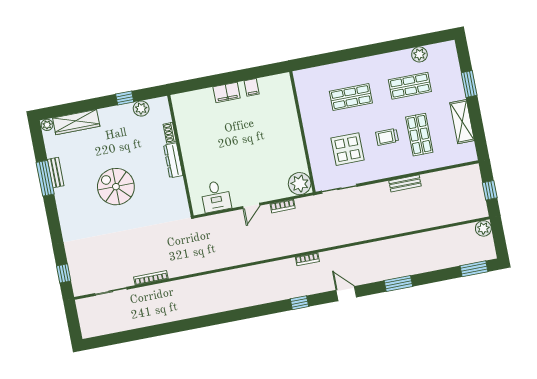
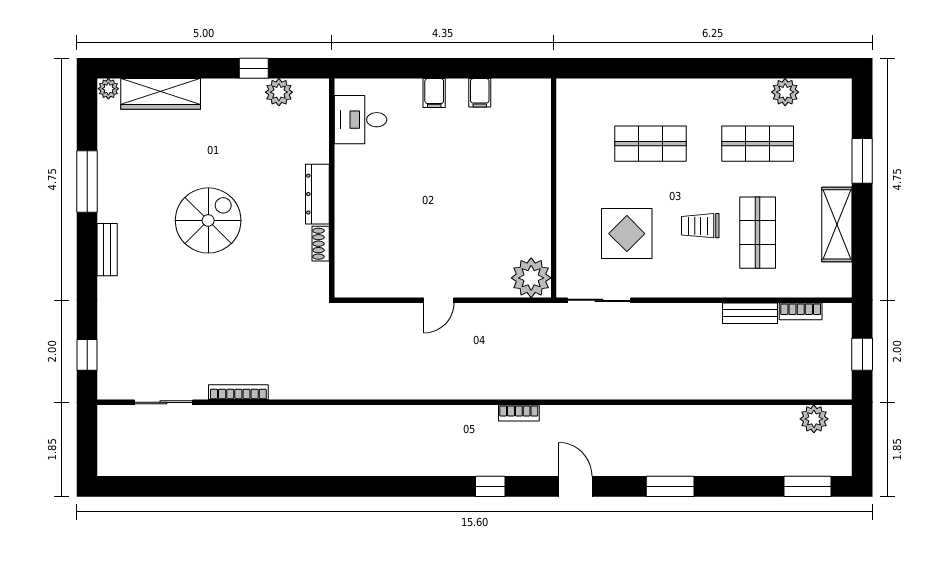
filing cabinet: (227, 92) -> (434, 93), width x0.50
shoe rack: (170, 133) -> (321, 244), moved
bench: (56, 173) -> (107, 250), moved
bench: (405, 183) -> (750, 313), moved
spiral stairs: (116, 187) -> (208, 220), turned 90
desk: (216, 196) -> (360, 120), moved, turned 90
bookcase: (283, 206) -> (801, 311), moved
plant: (483, 228) -> (814, 419), moved

